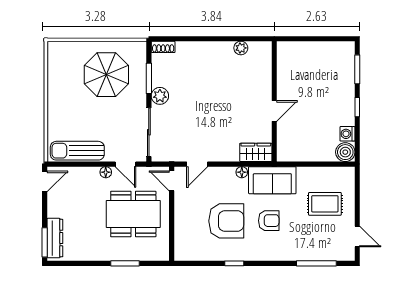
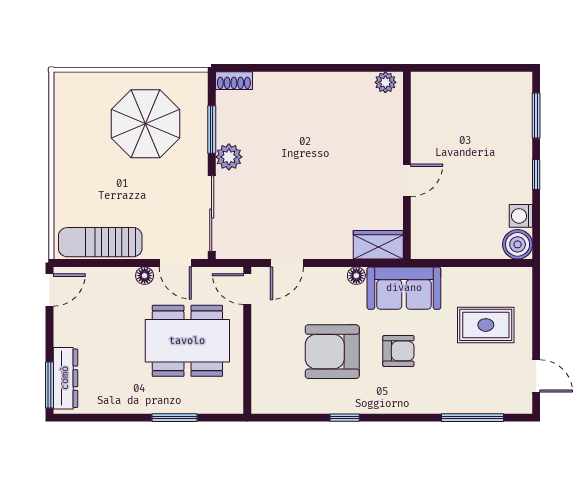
plant: (241, 48) -> (385, 82), moved
armchair: (226, 221) -> (332, 352), turned 180

